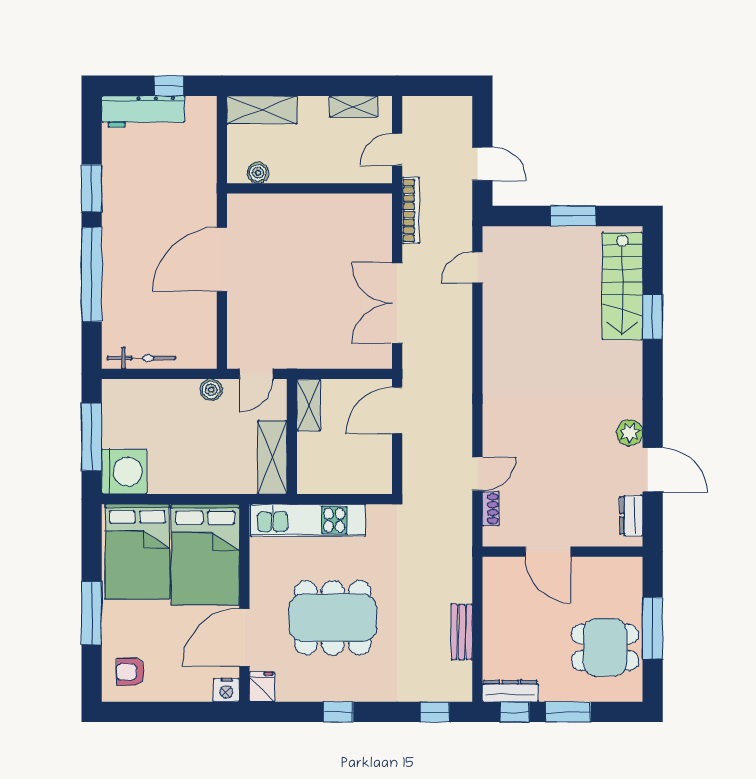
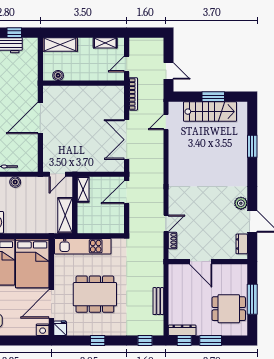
stairs: (622, 286) -> (210, 112), moved, turned -90
boiler: (211, 390) -> (15, 182), moved

